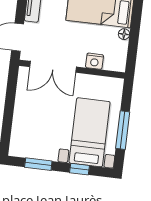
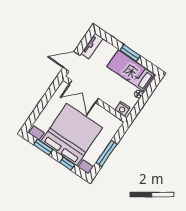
nightstand: (94, 61) -> (122, 109), moved
bed with nightstands: (90, 132) -> (72, 135), width x1.85

